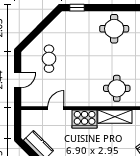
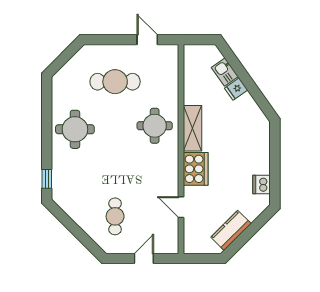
cafe table: (49, 59) -> (115, 216), turned 90
door: (18, 80) -> (144, 258), hinge flipped

